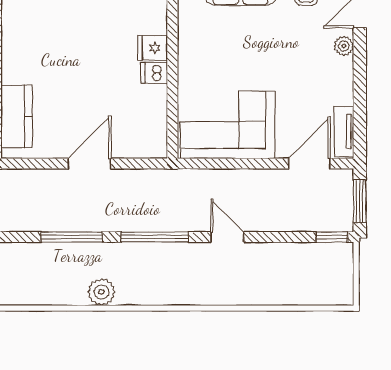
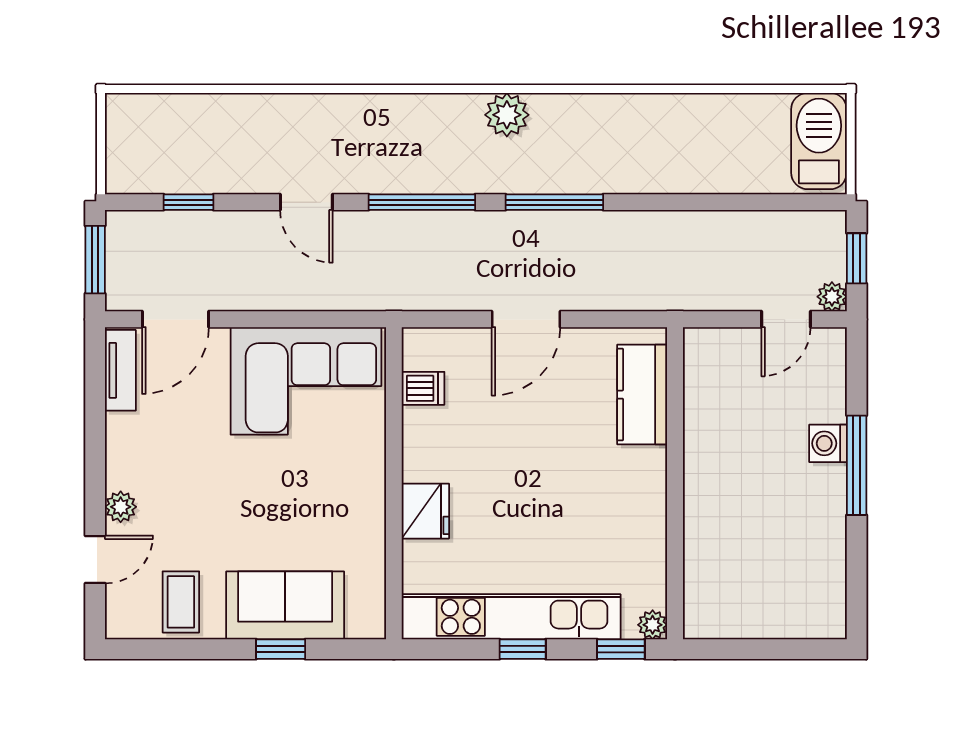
fridge: (153, 48) -> (425, 511), width x1.38
dishwasher: (154, 73) -> (423, 388), moved
window: (332, 237) -> (189, 202), moved

